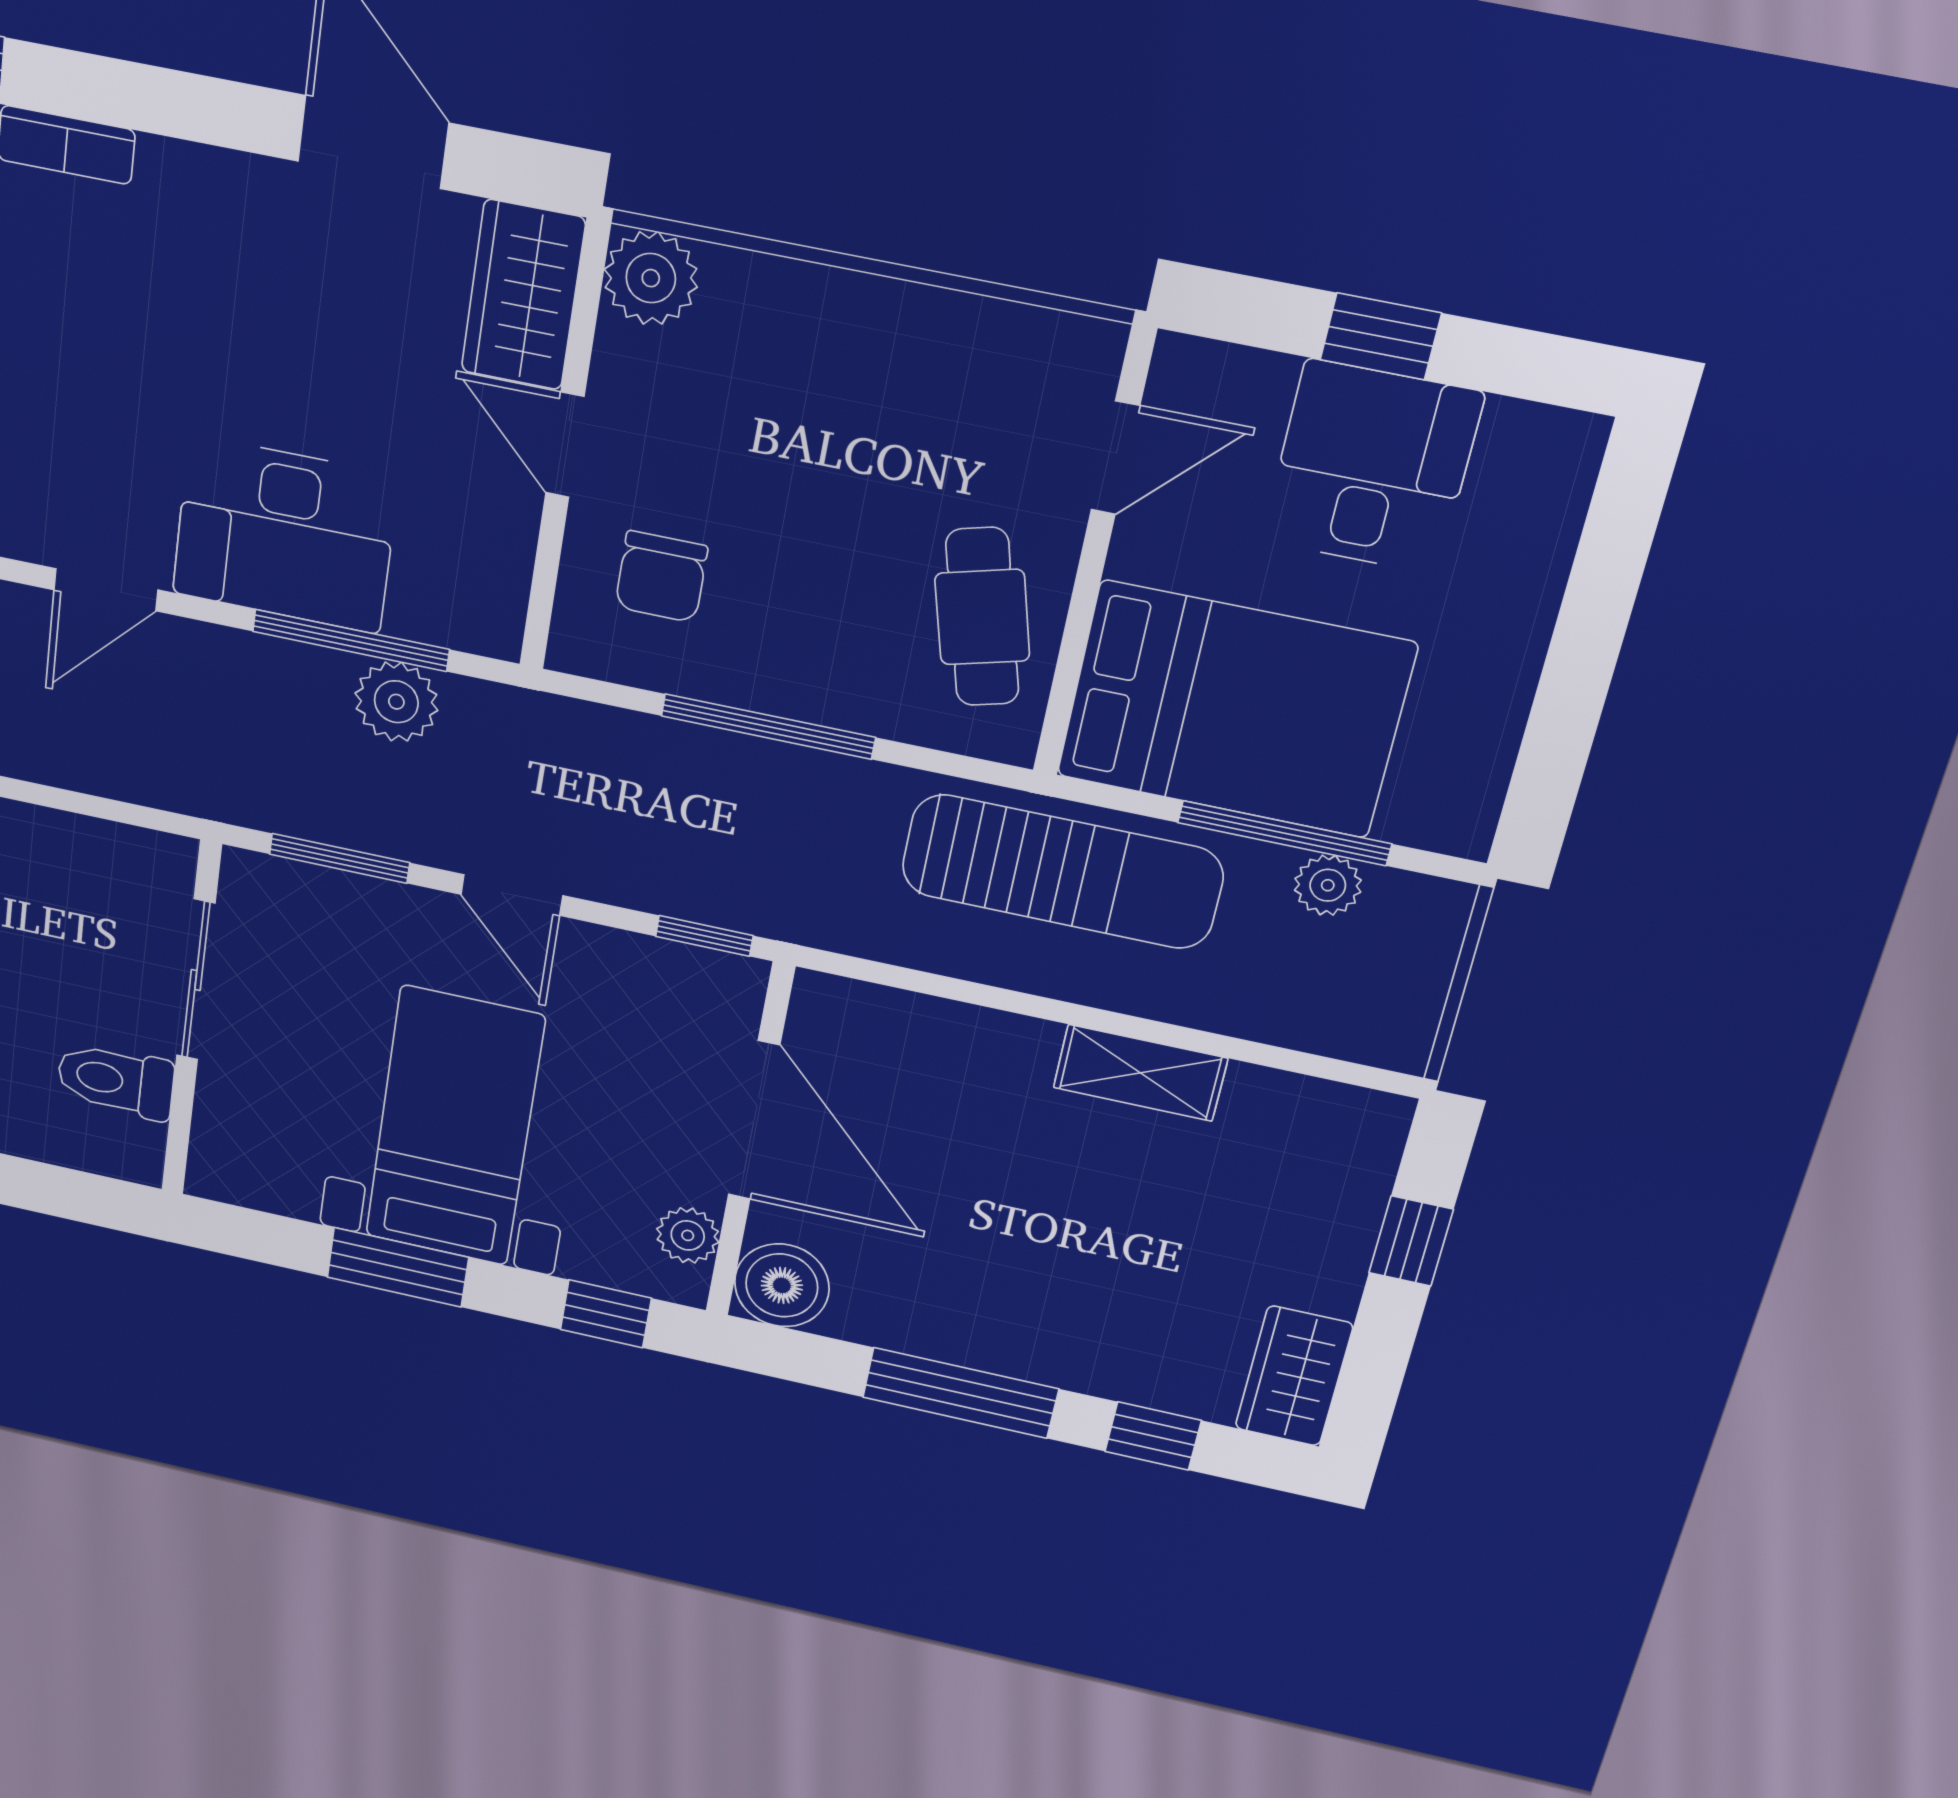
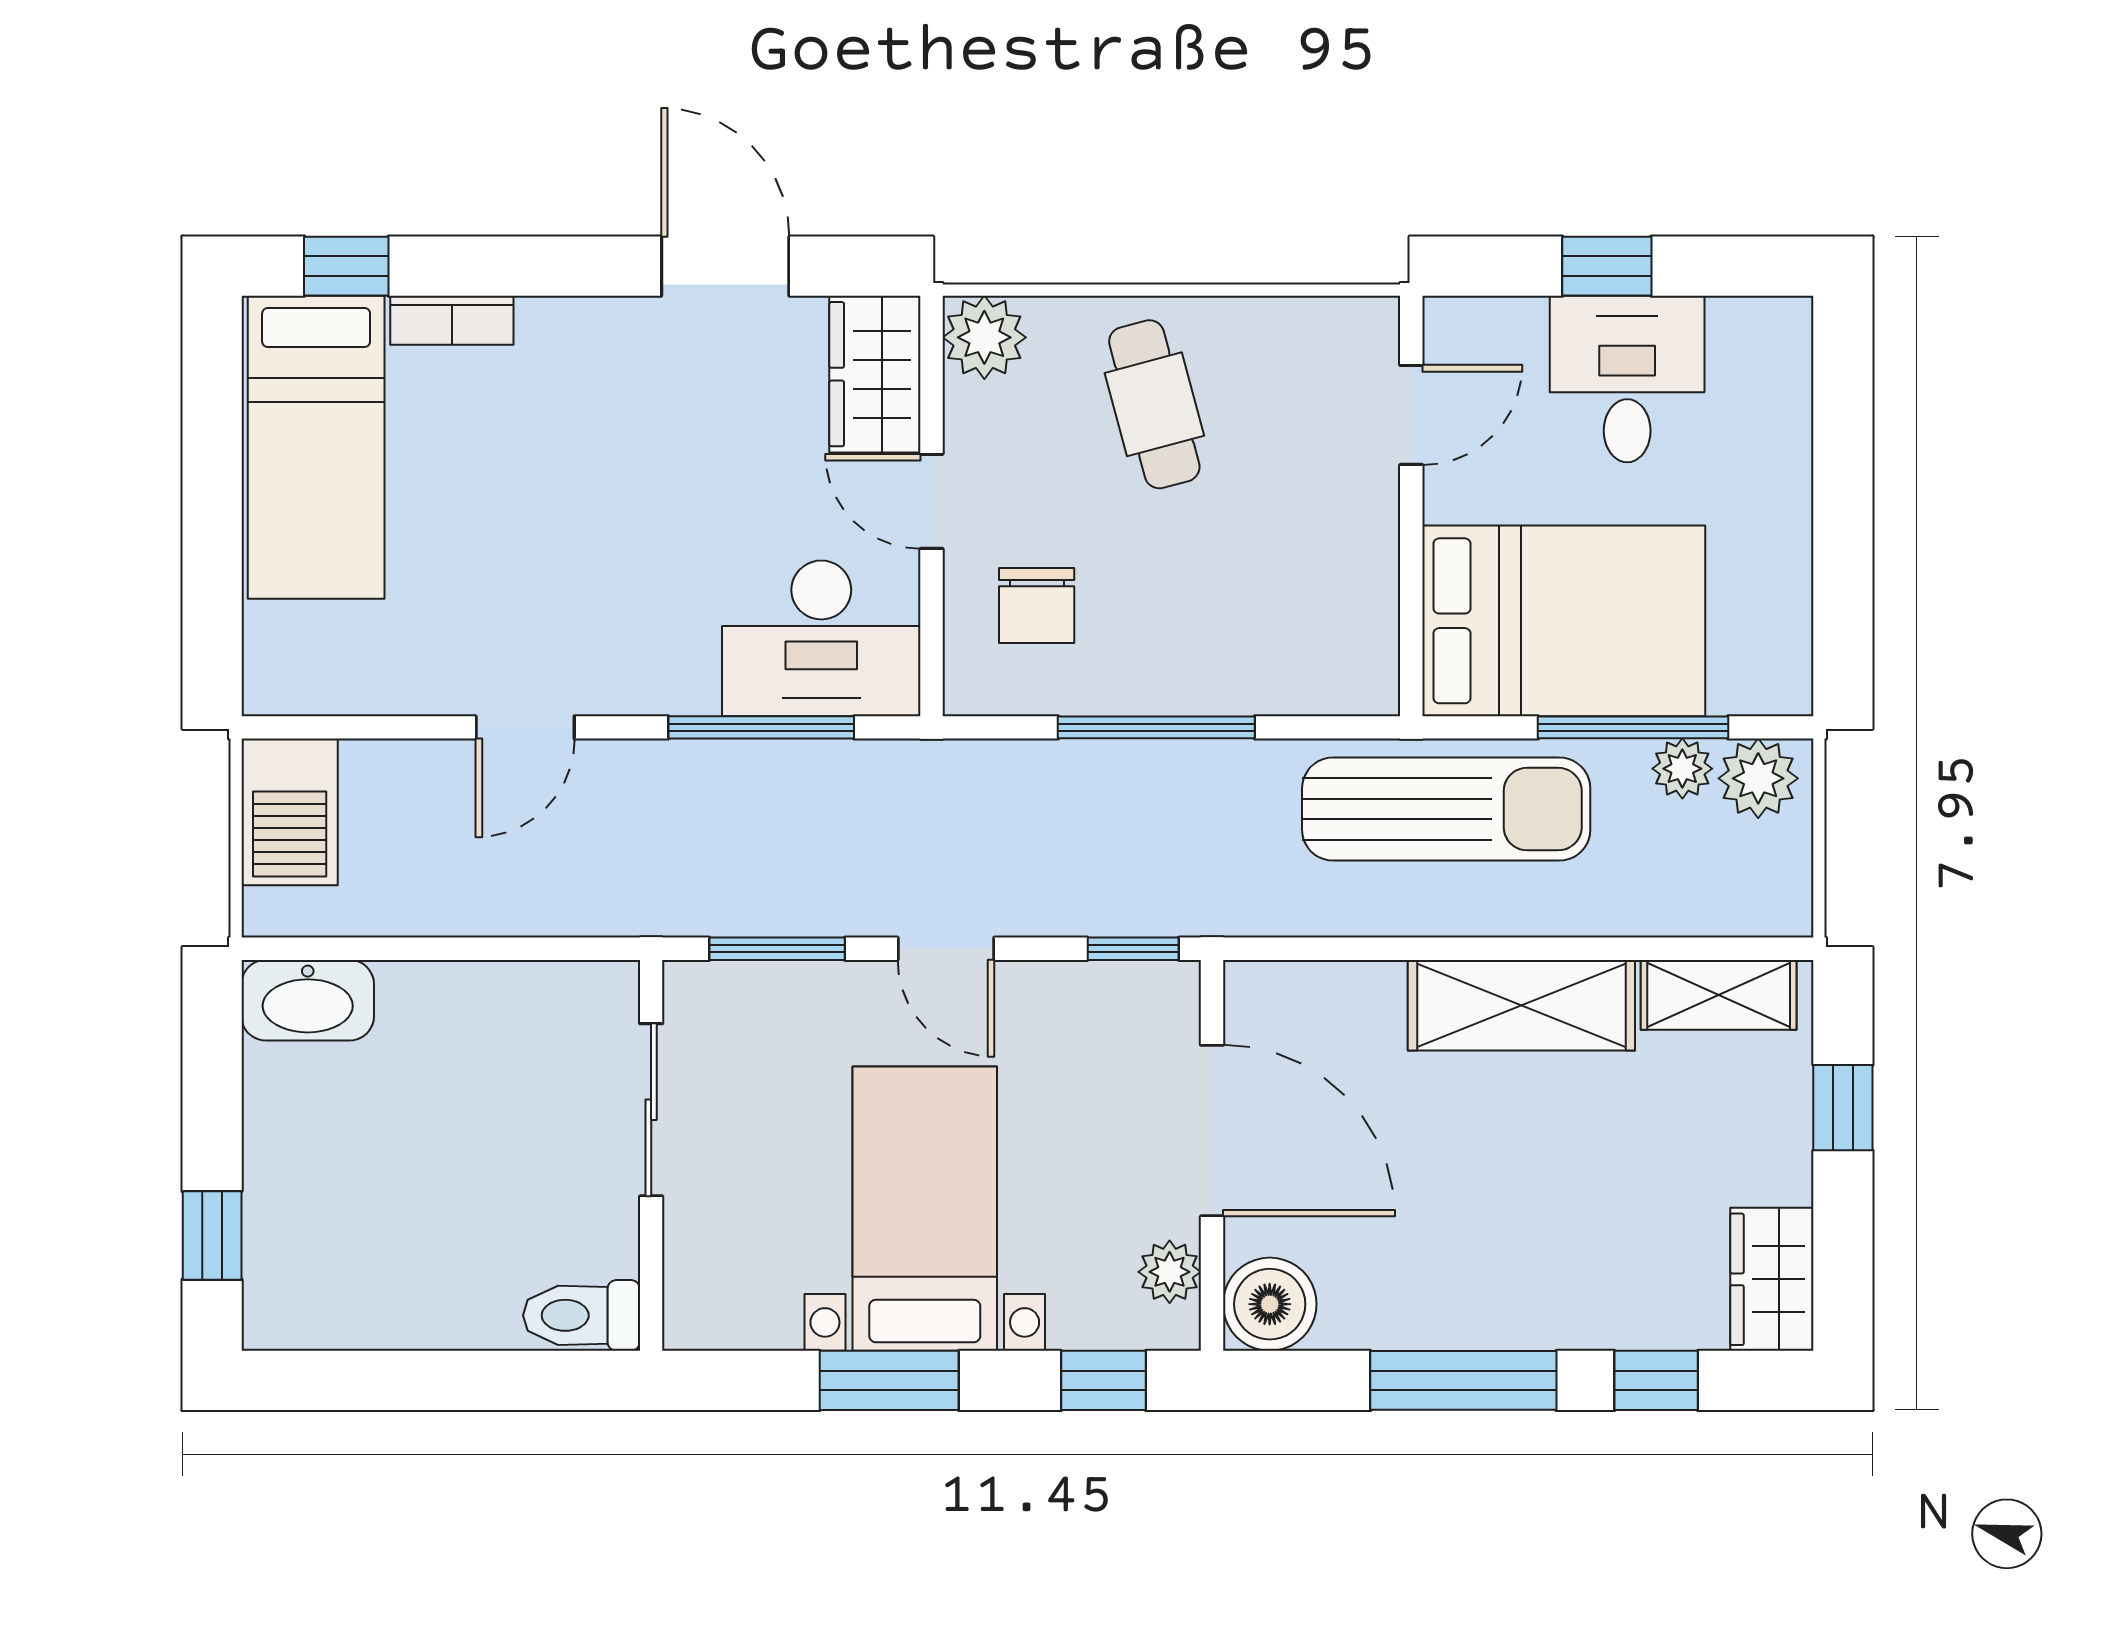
desk: (285, 535) -> (821, 638), moved
cafe table: (982, 617) -> (1154, 404), moved
plant: (396, 702) -> (1758, 778), moved
shelving: (1140, 1073) -> (1521, 1005), width x1.50, depth x1.33
toilet: (116, 1081) -> (582, 1315), moved
shelving: (1309, 1110) -> (1719, 995), added

